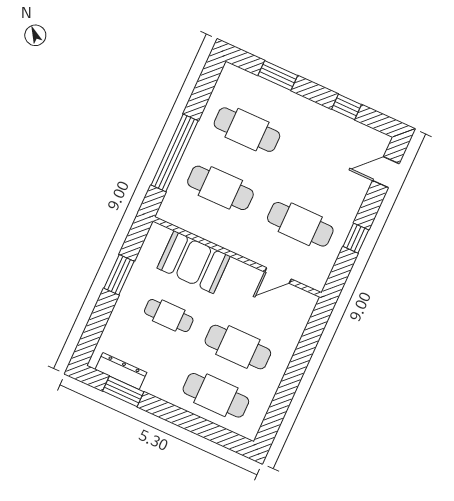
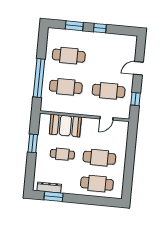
window: (347, 107) -> (100, 28), moved
door: (386, 172) -> (138, 68), moved
window: (356, 238) -> (135, 99), moved

